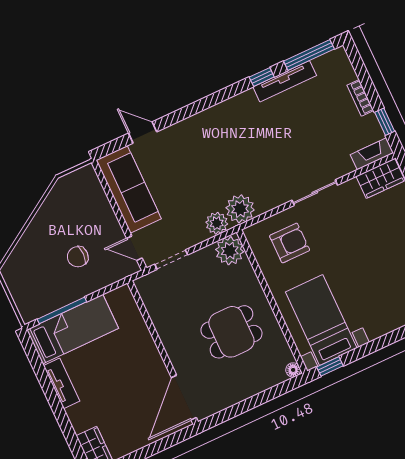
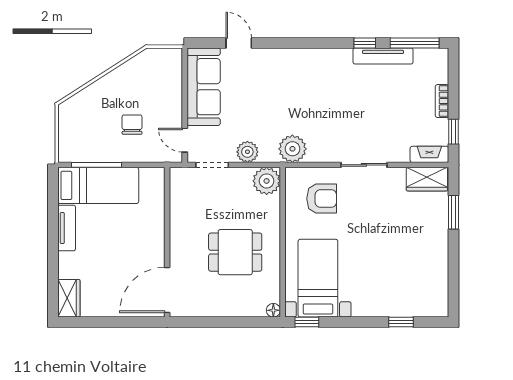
plant: (217, 223) -> (247, 152), moved
chair: (78, 257) -> (132, 125), turned 89

